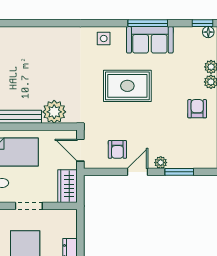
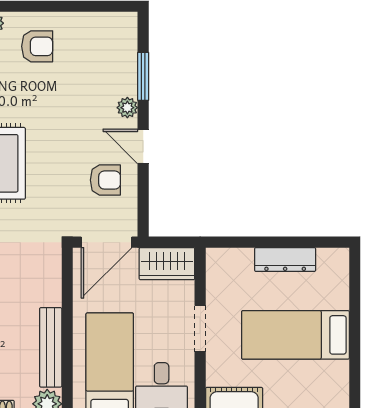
armchair: (197, 109) -> (37, 46), turned 180
plant: (54, 112) -> (42, 286), removed
door: (80, 150) -> (106, 242), width x1.38

